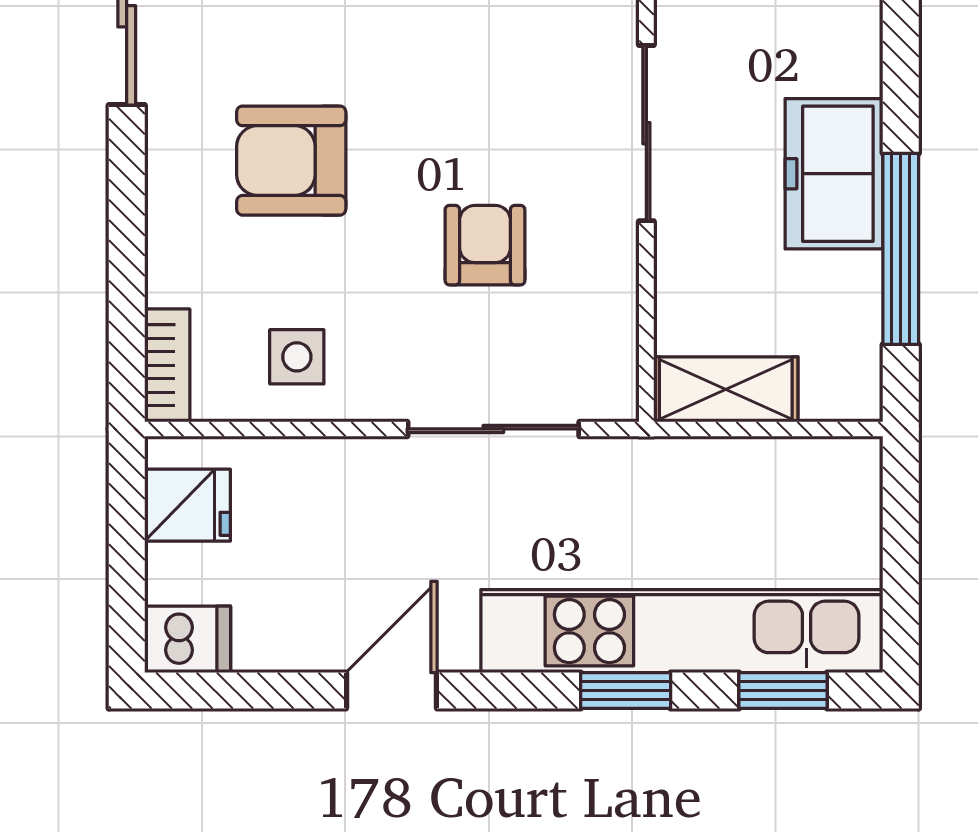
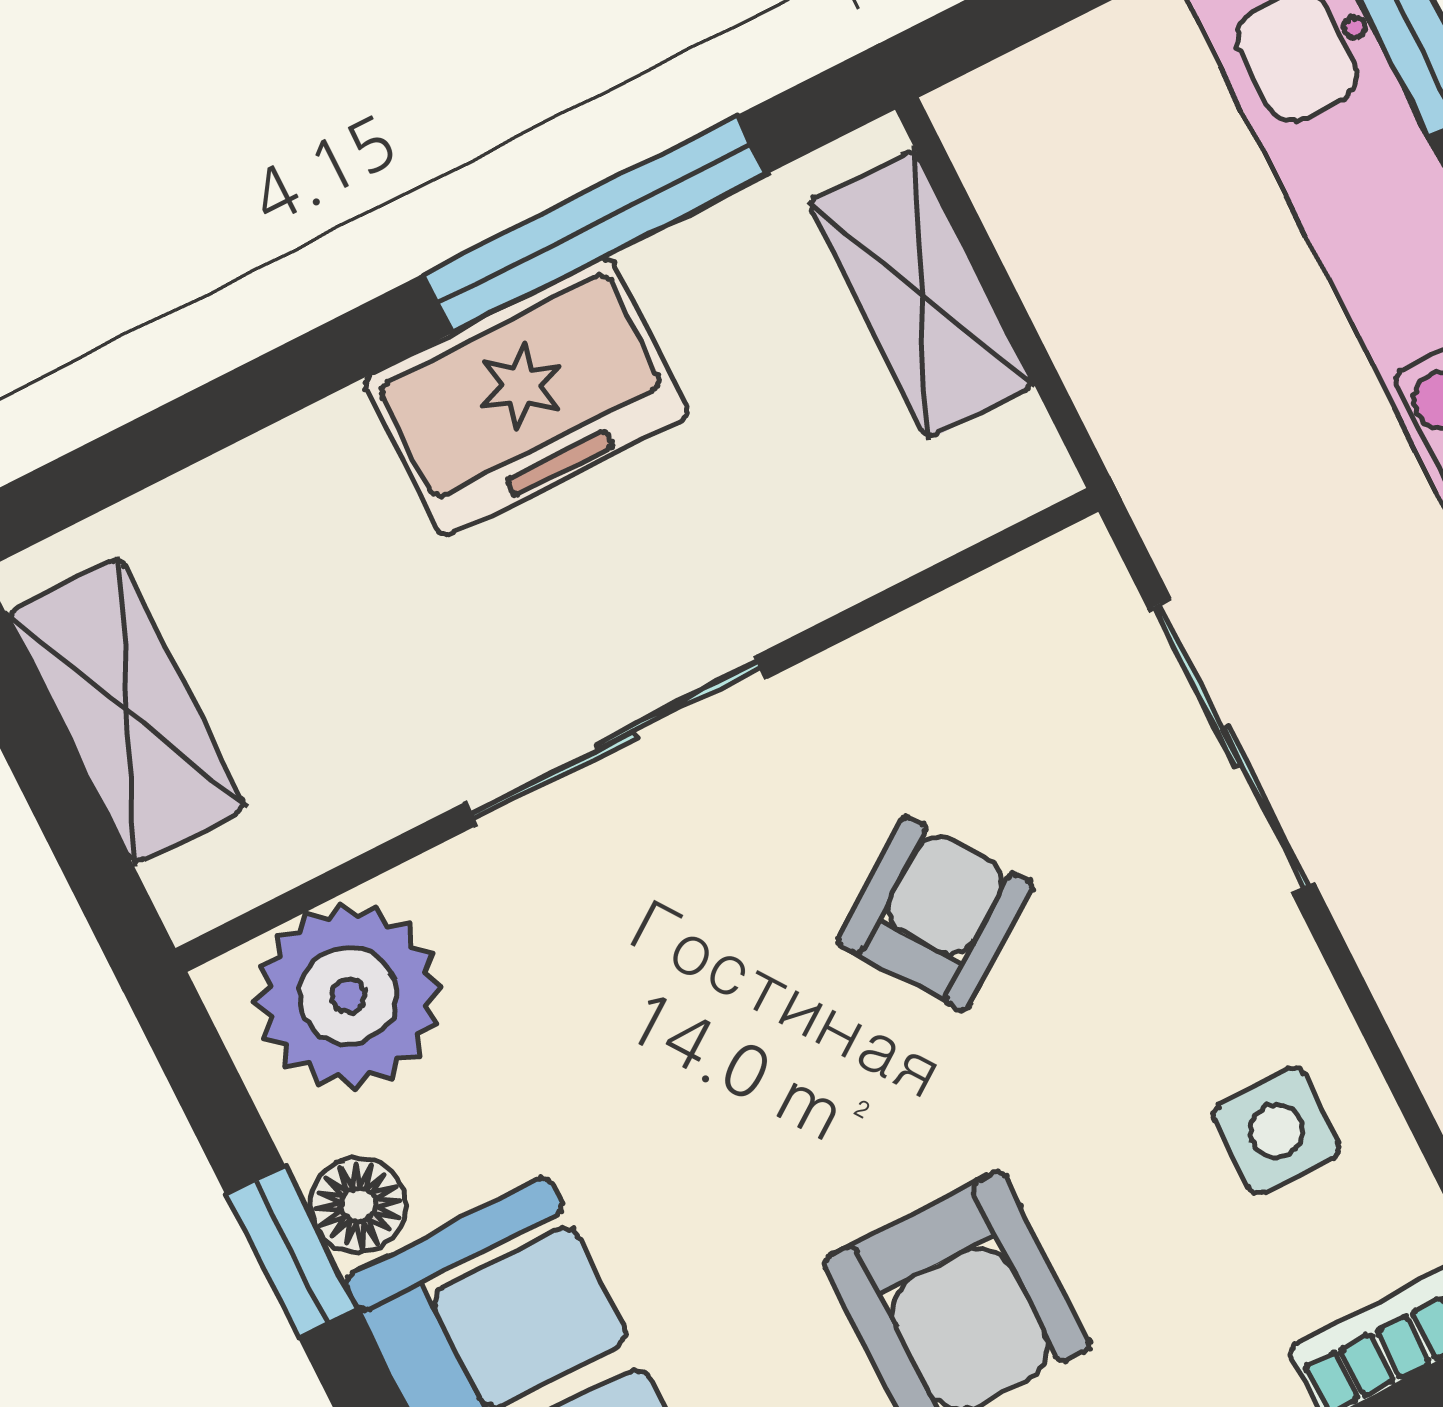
armchair: (485, 245) -> (935, 914), turned 145
shelving: (726, 389) -> (921, 294), moved

